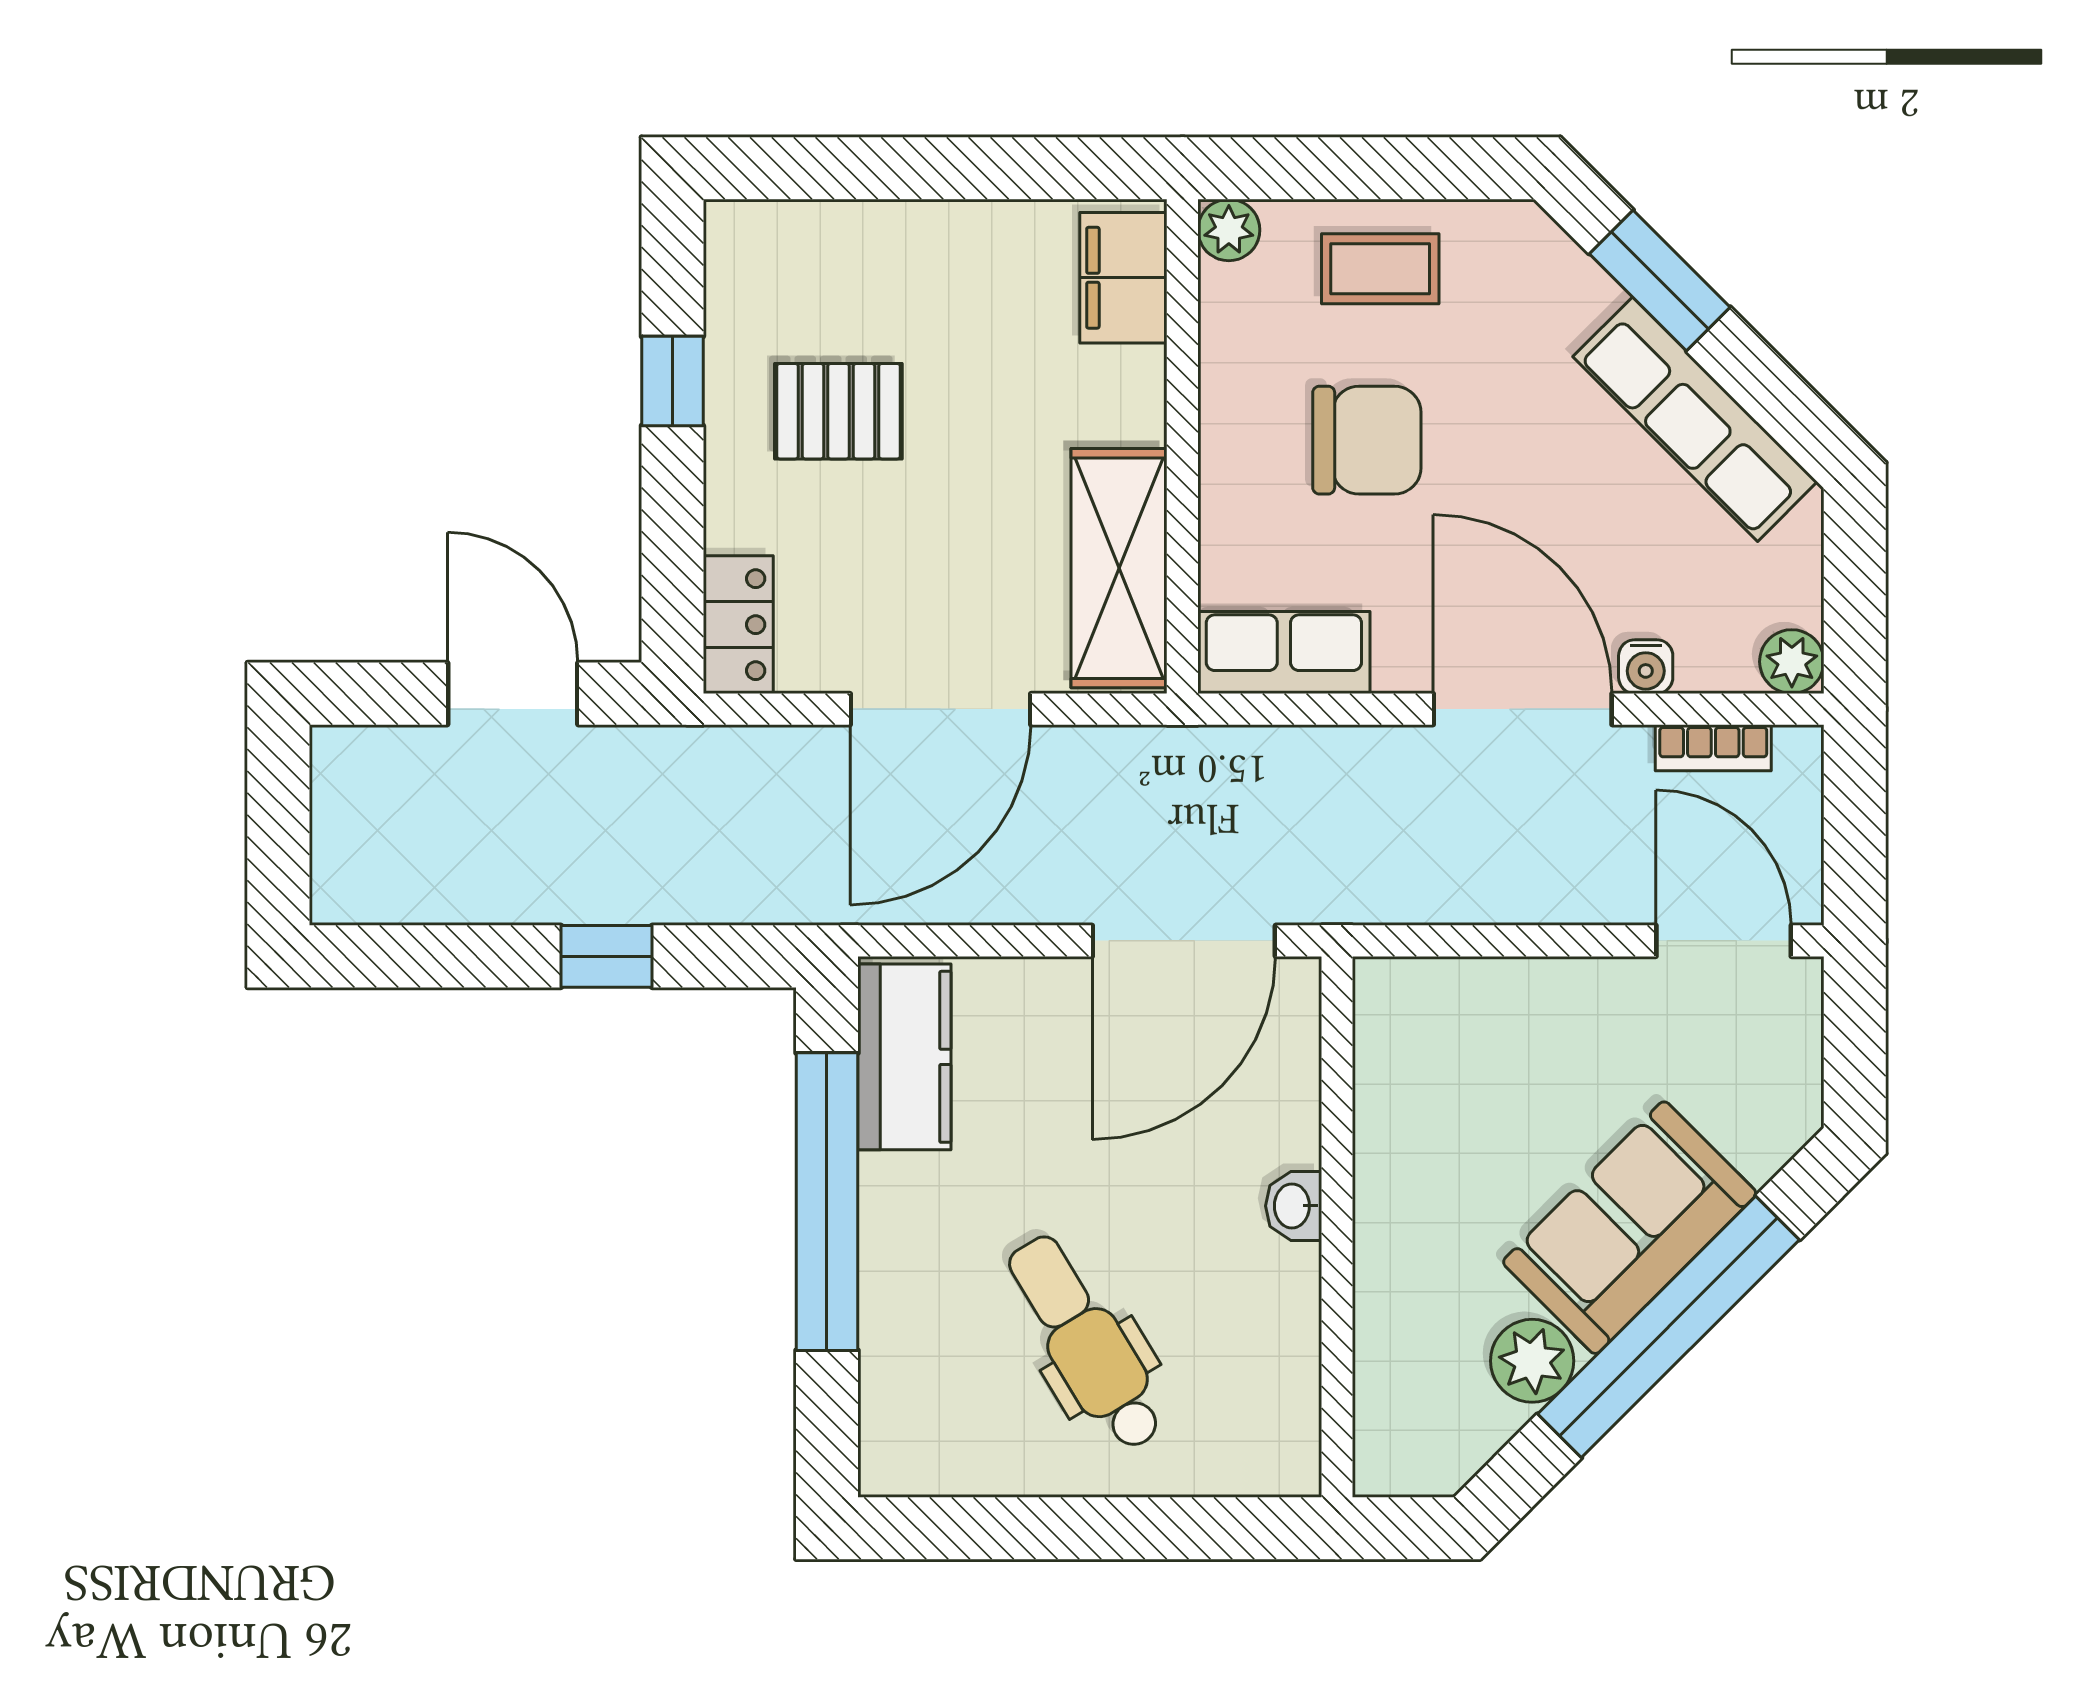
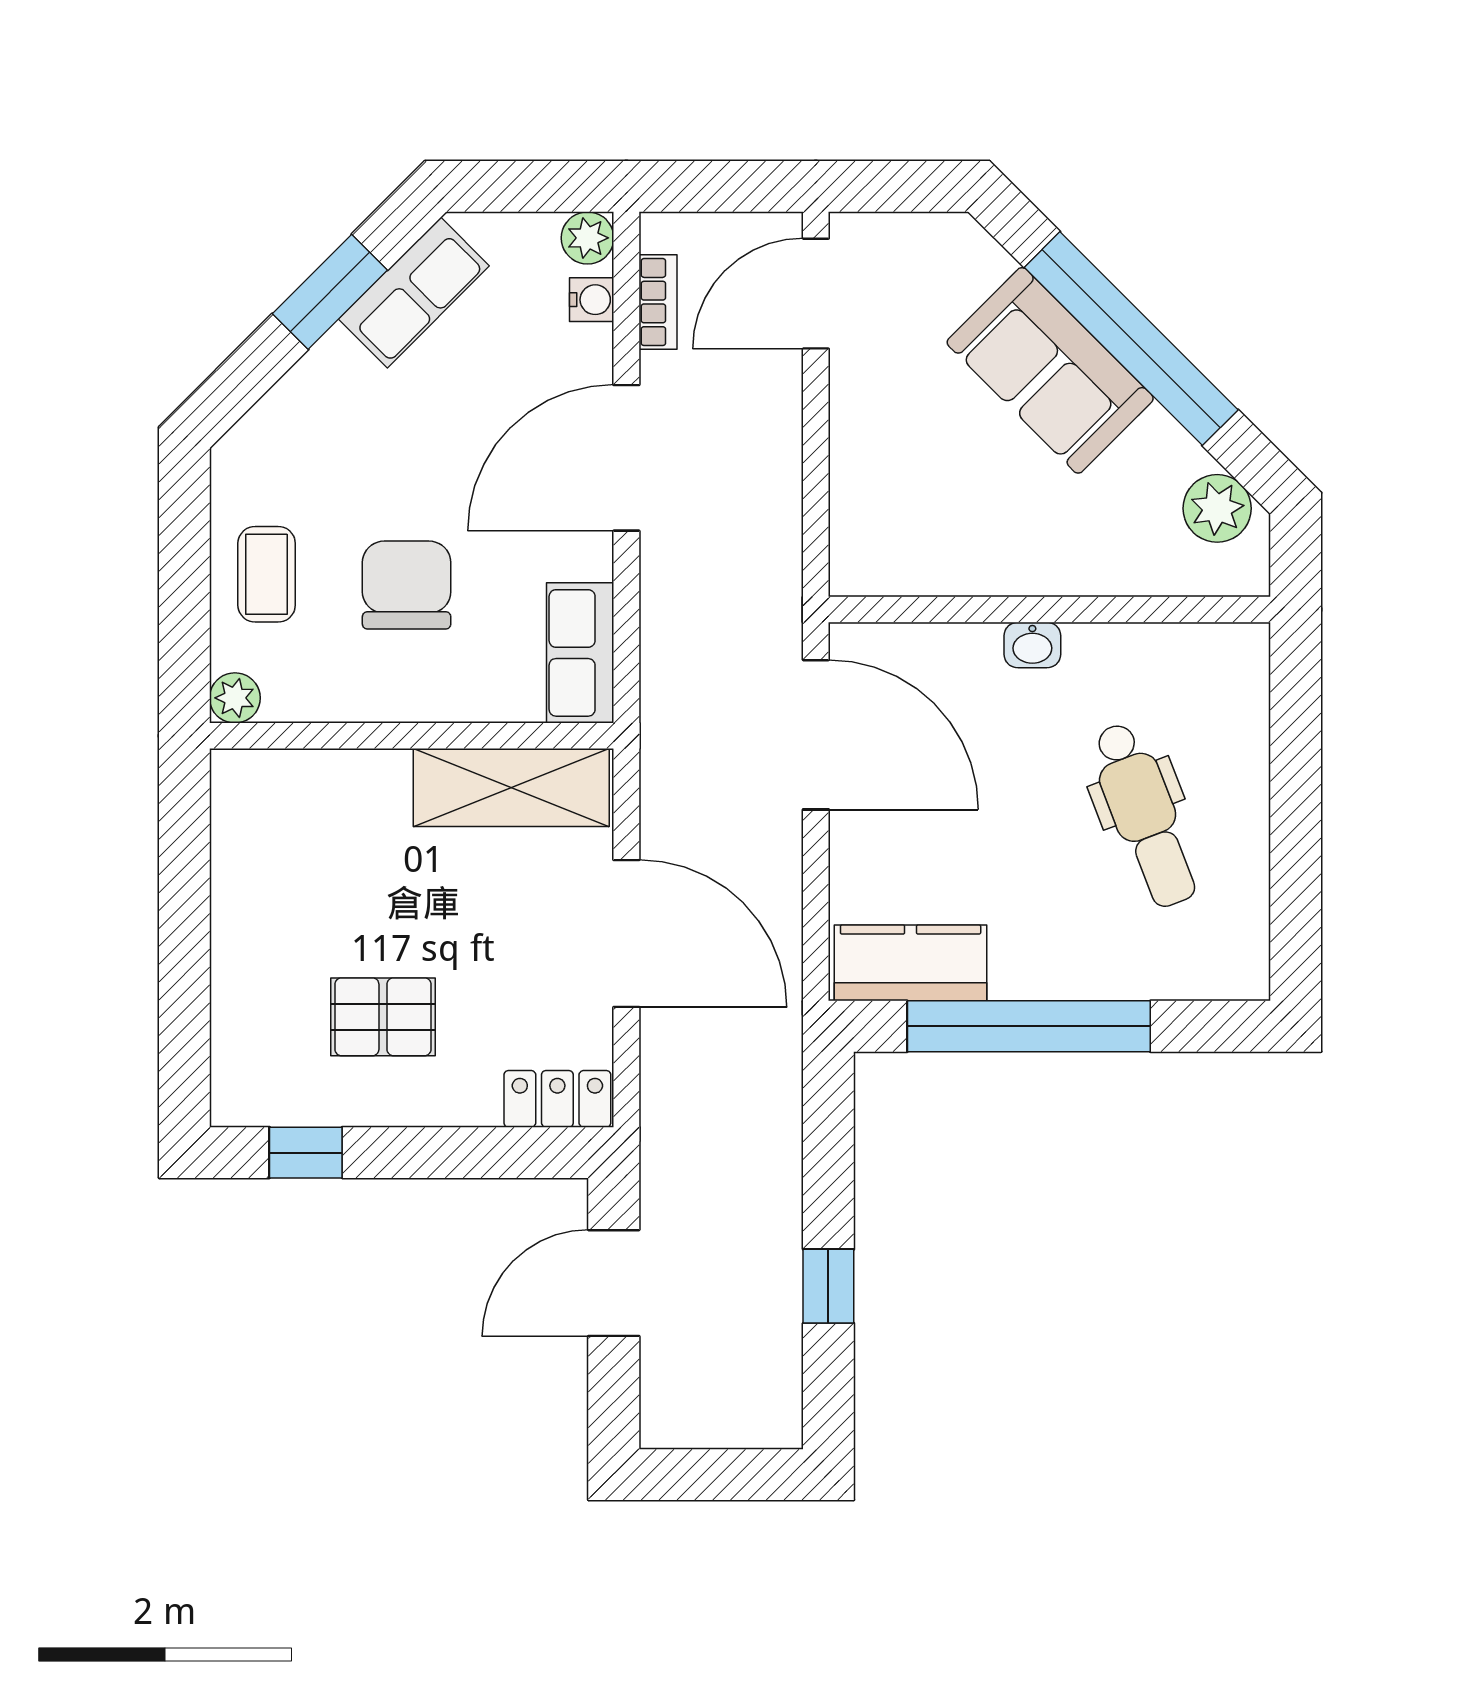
filing cabinet: (1123, 278) -> (274, 784), removed
window: (1660, 280) -> (330, 292), moved
window: (672, 381) -> (306, 1153), moved
pallet: (838, 411) -> (383, 1017), turned 90
row of seats: (1695, 419) -> (414, 293), width x0.68
water cooler: (1646, 667) -> (592, 300), moved
window: (607, 956) -> (828, 1286), moved
dental chair: (1086, 1343) -> (1144, 815), turned -80
plant: (1532, 1361) -> (1217, 508), moved

